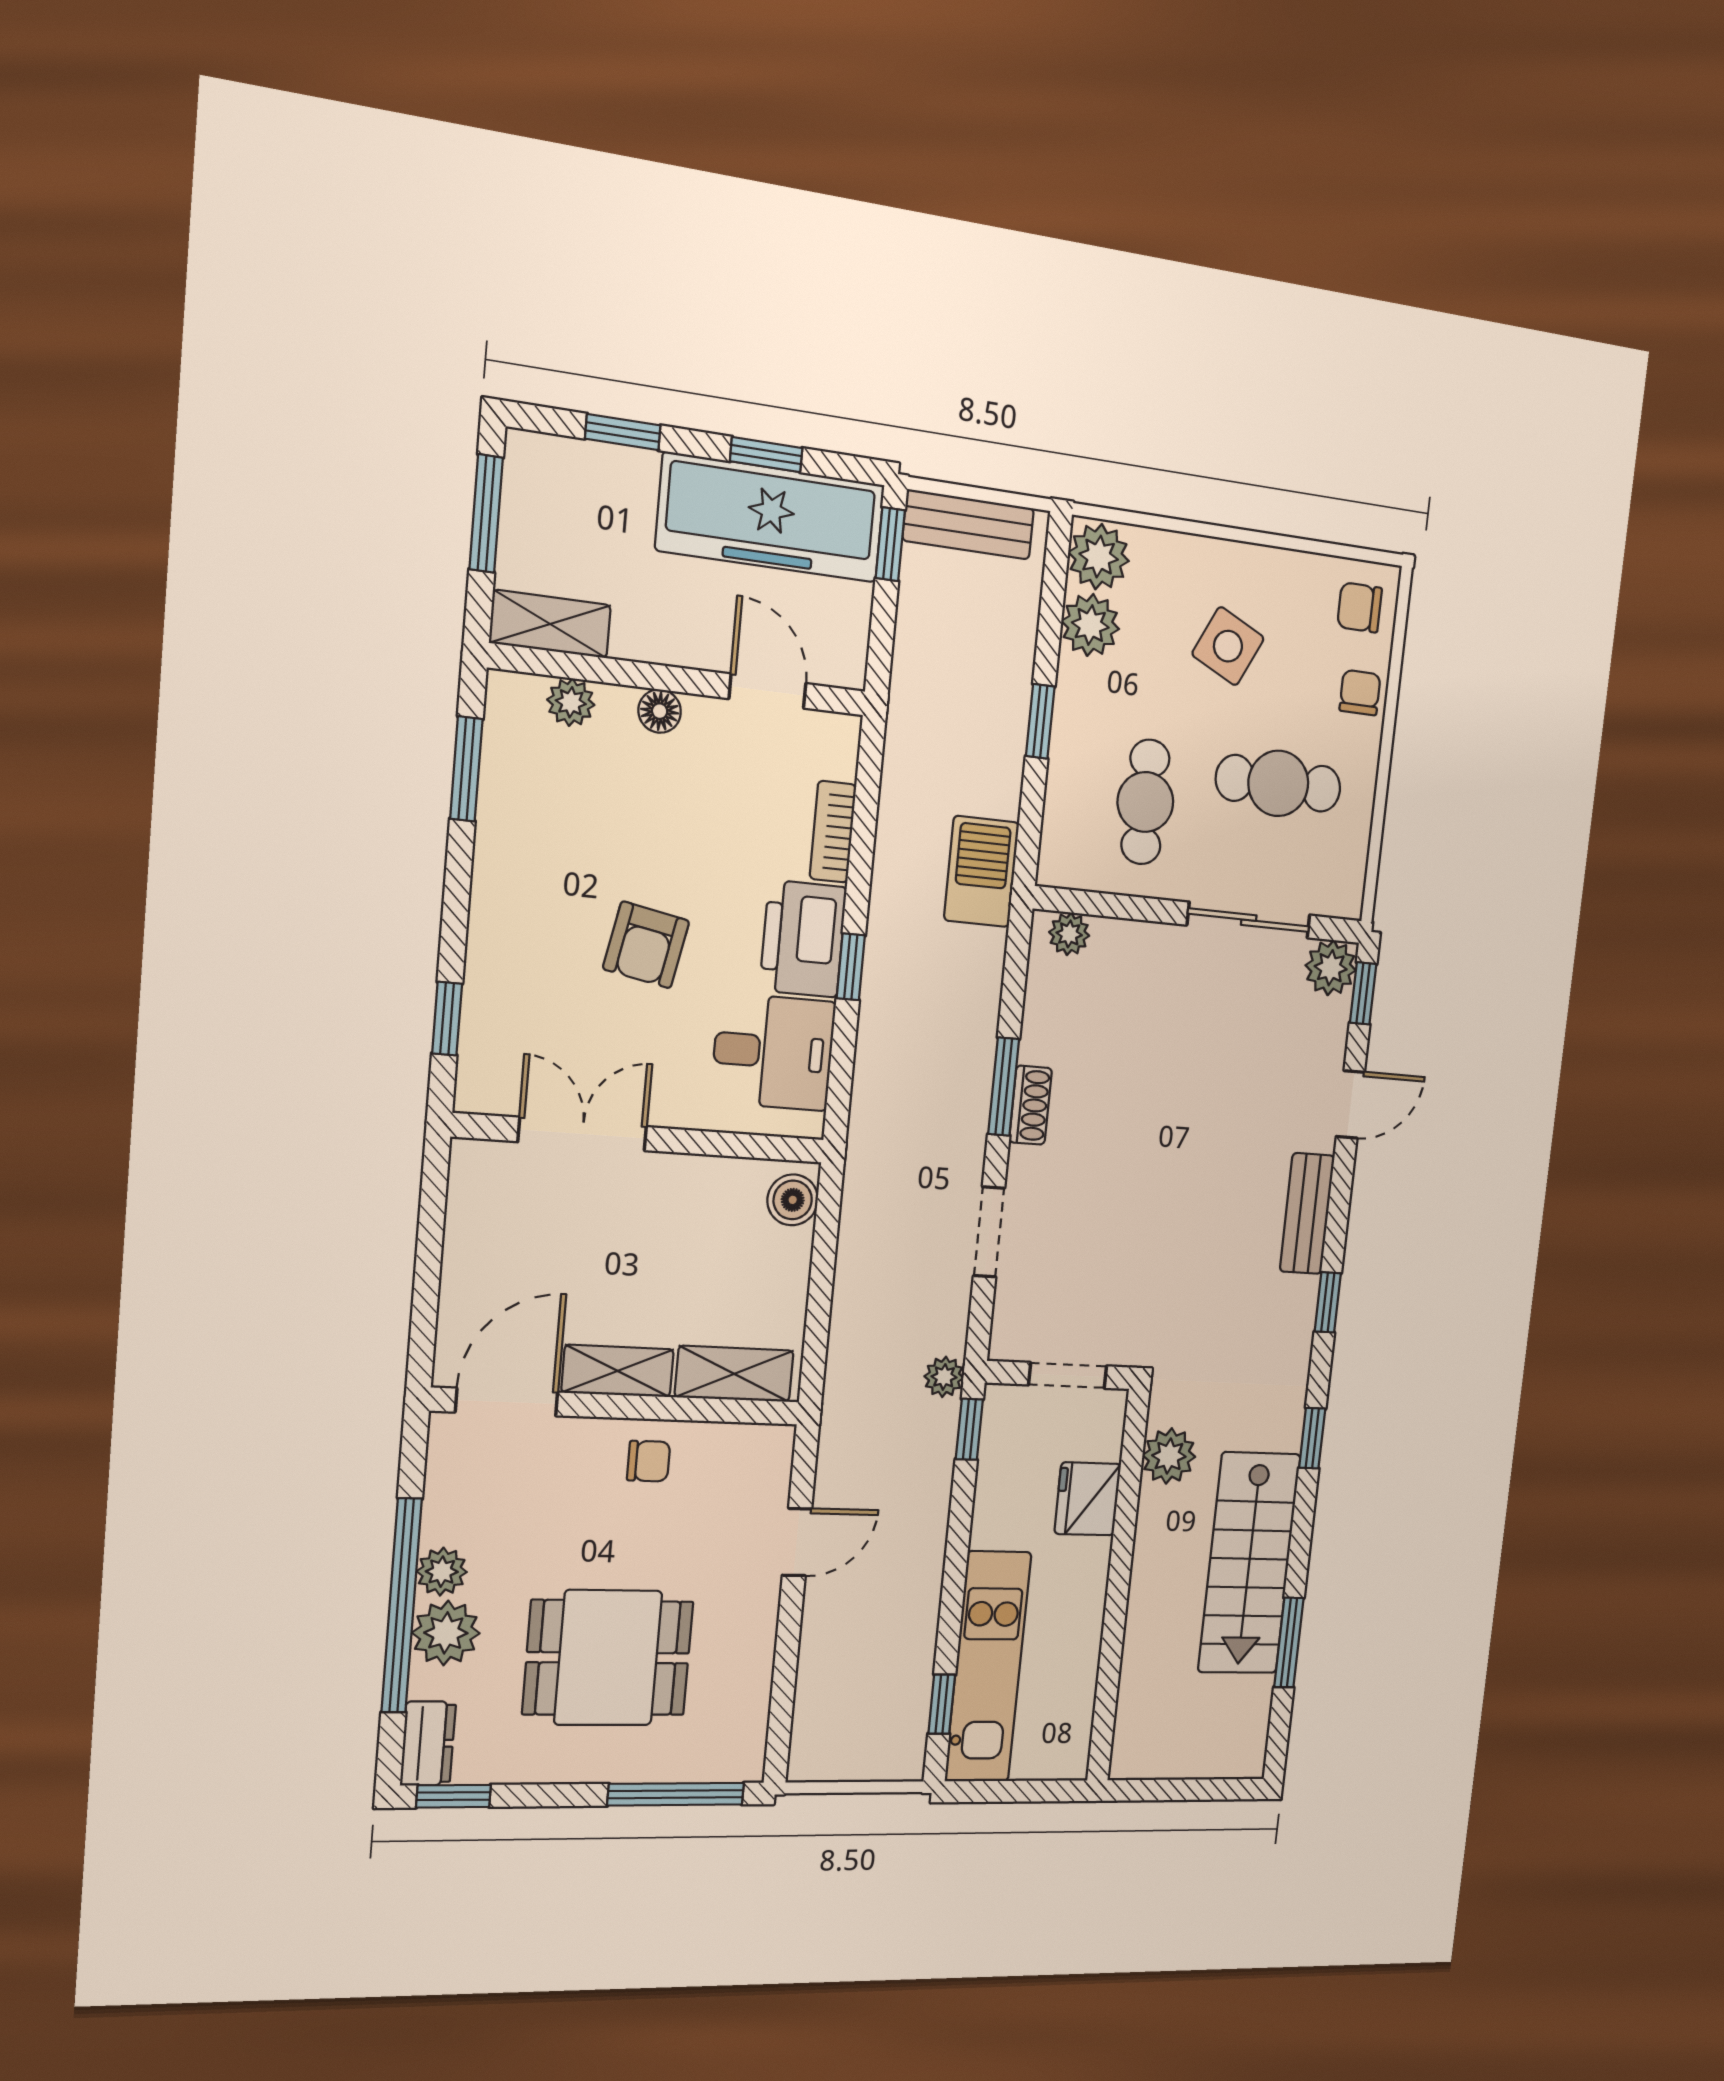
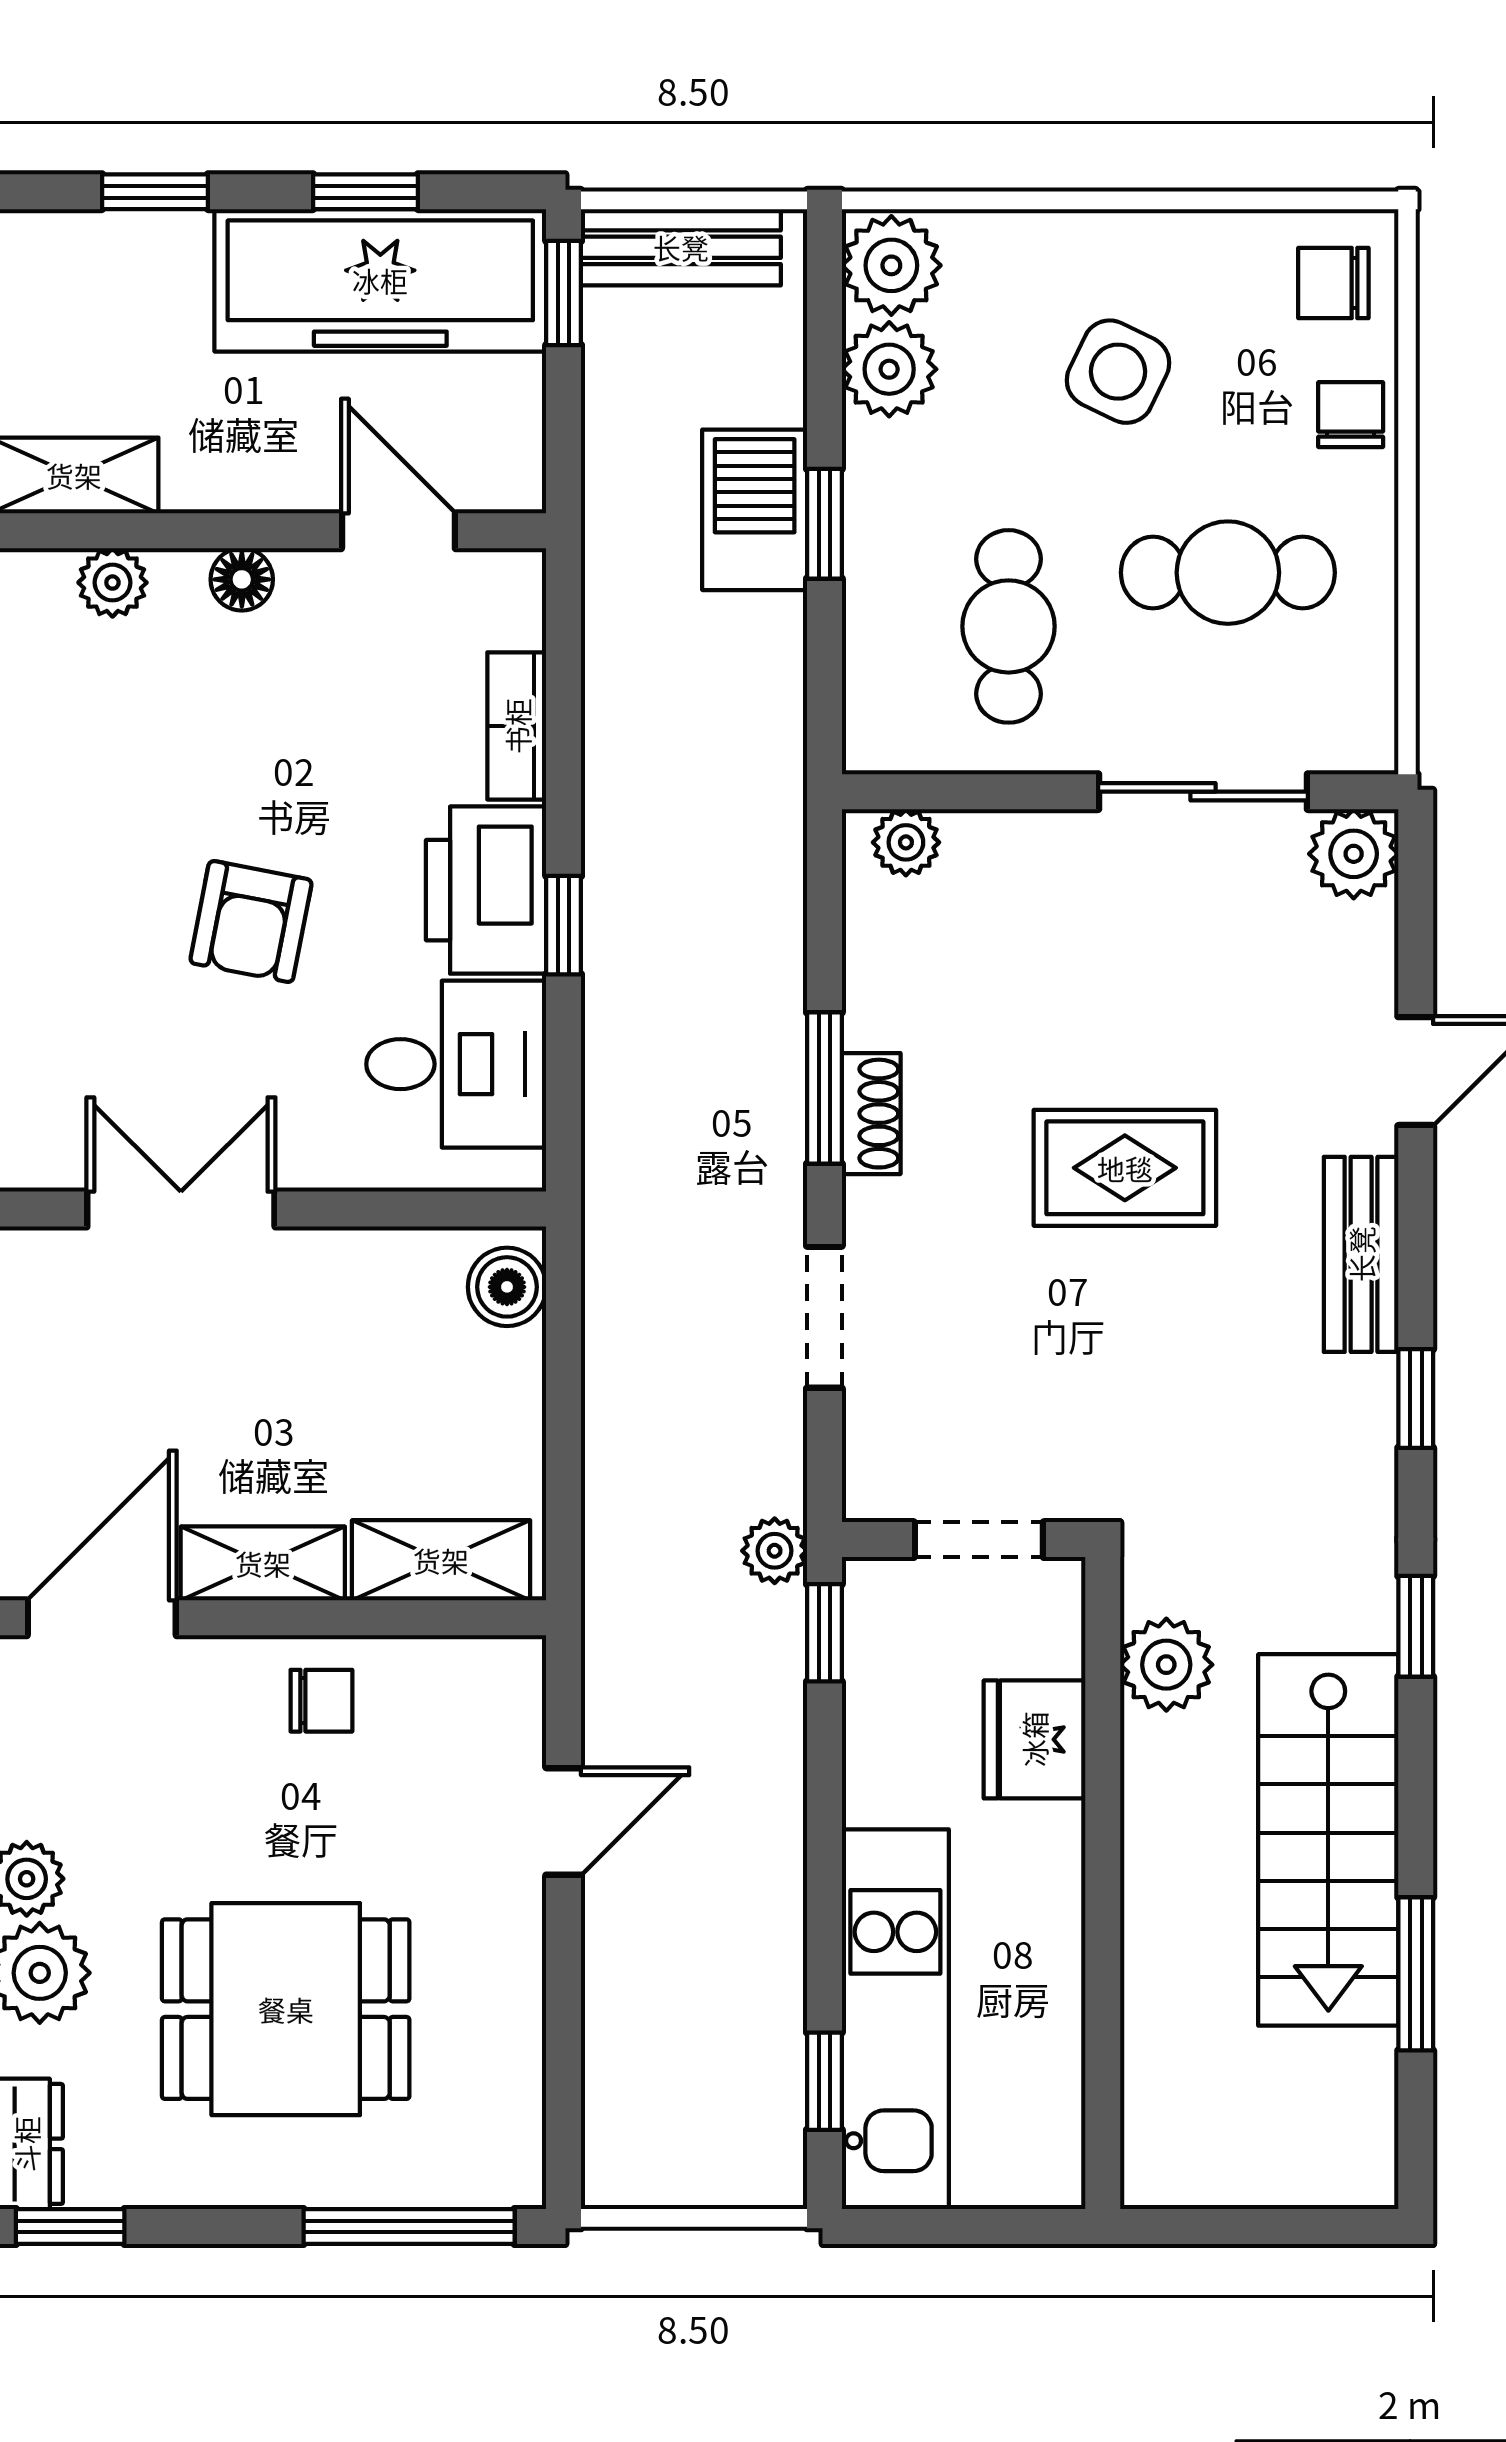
barbecue: (982, 871) -> (755, 510), moved
window: (1363, 993) -> (1416, 890), removed
rug: (1178, 1151) -> (1125, 1168), added

